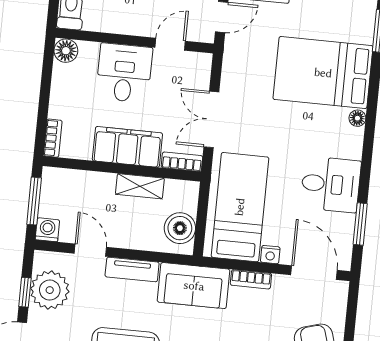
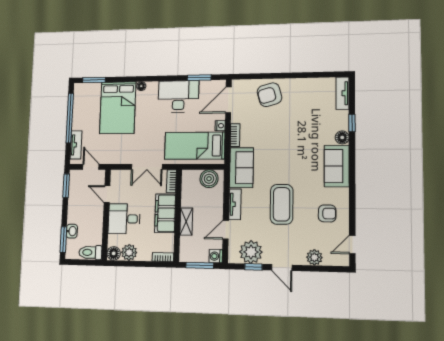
plant: (65, 79) -> (129, 252), added
desk: (331, 184) -> (178, 96), width x1.37
shelving: (140, 186) -> (186, 222), moved

